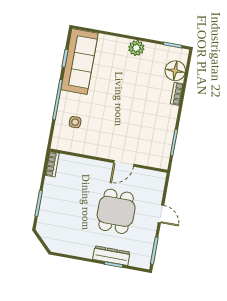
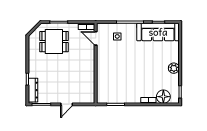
door: (124, 163) -> (96, 38), moved
dining table: (116, 211) -> (54, 42), moved
dresser: (111, 256) -> (33, 90), moved

